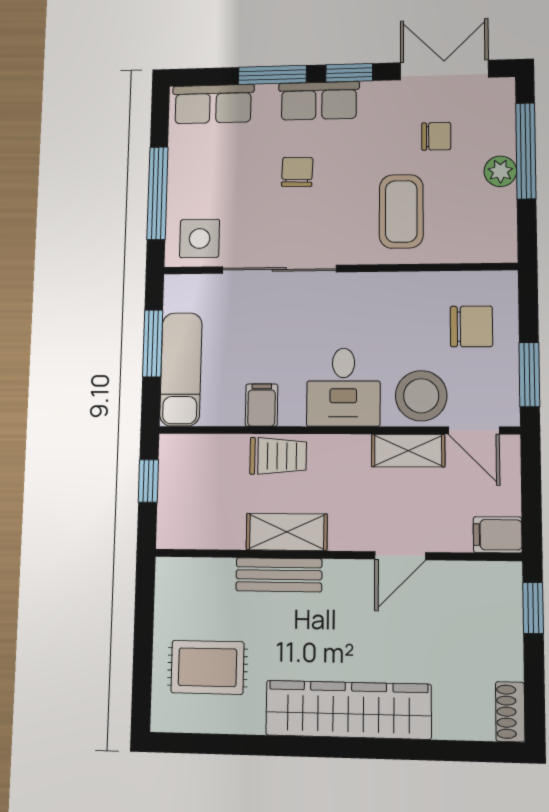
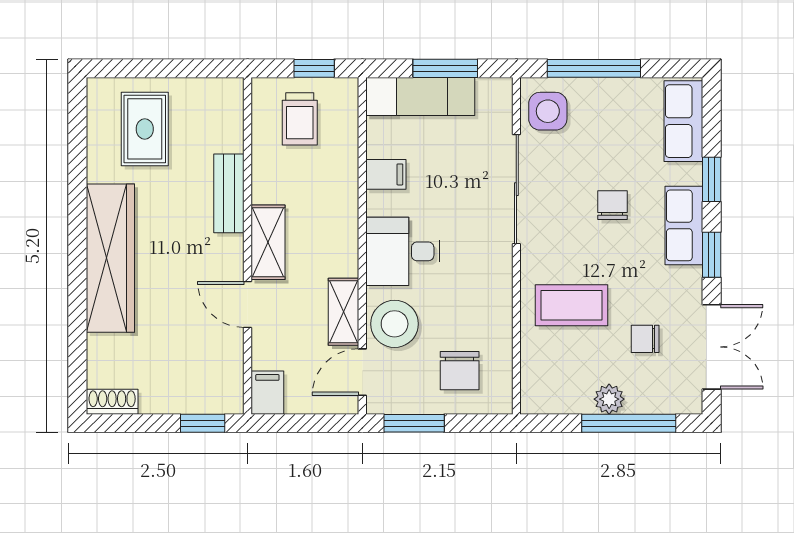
window: (272, 75) -> (712, 179), width x0.67
chair: (436, 136) -> (645, 339), turned 90
chair: (297, 172) -> (612, 205), turned -92
trolley: (278, 456) -> (300, 119), moved
shelving: (287, 532) -> (268, 242), moved

